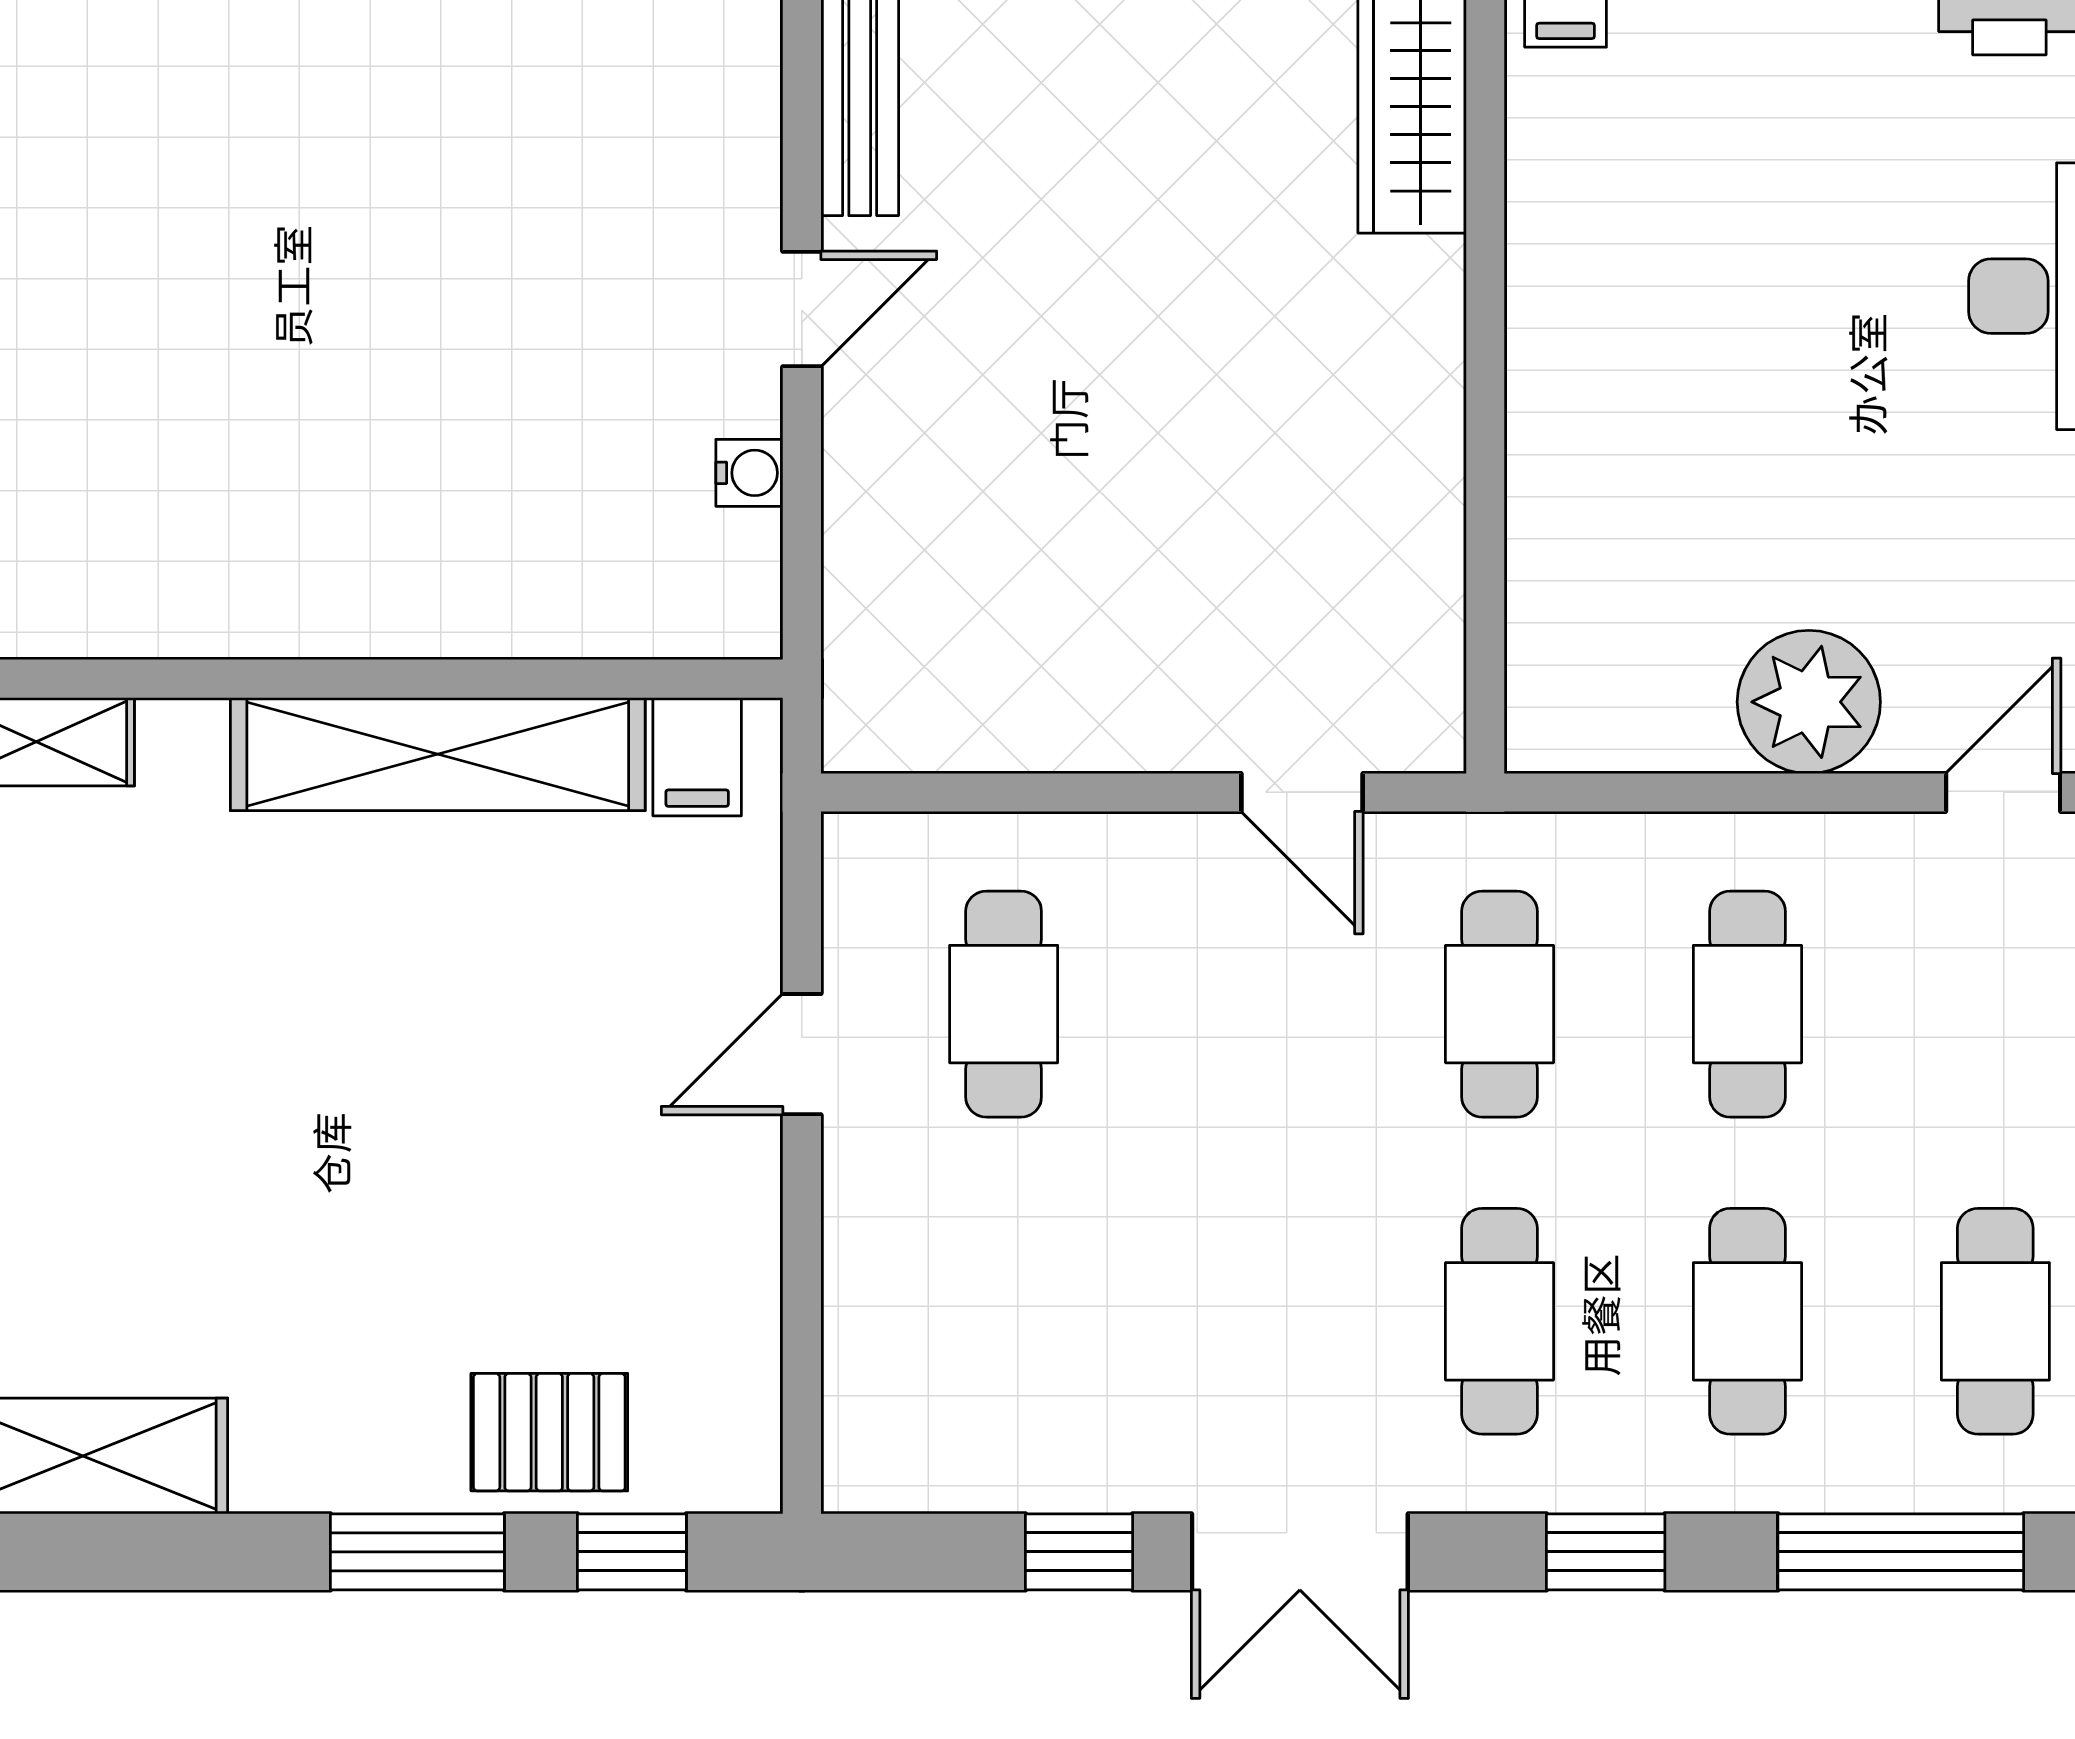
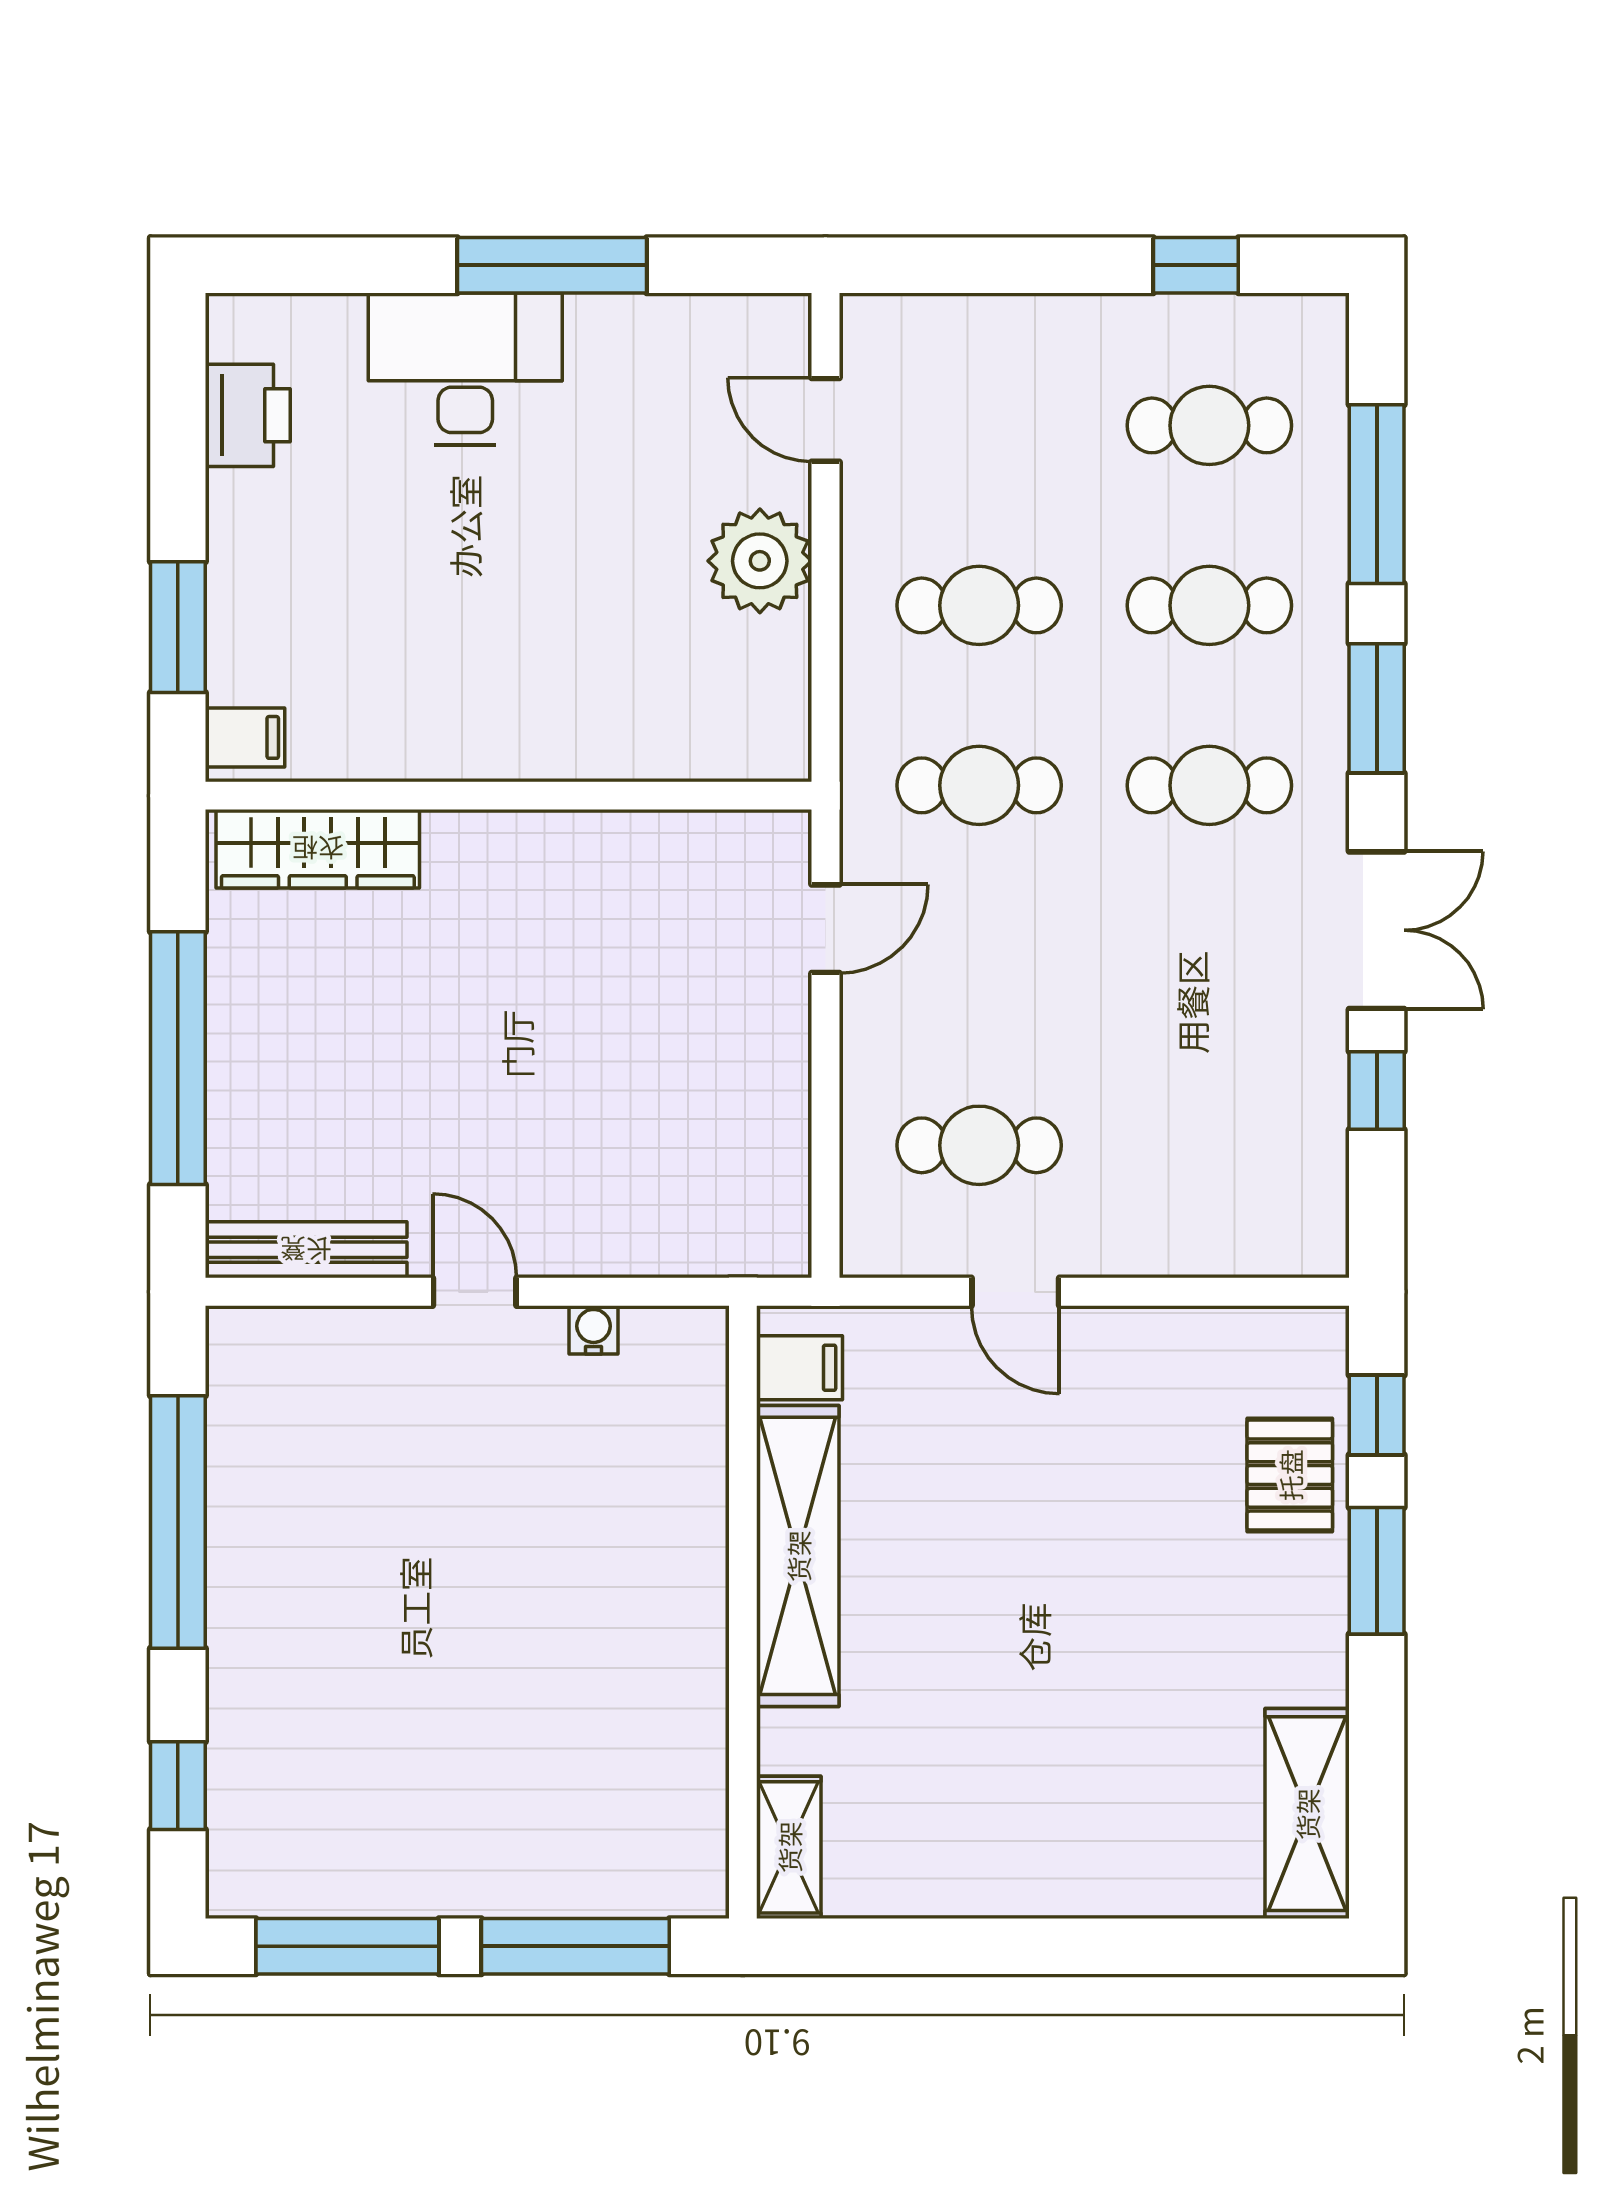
window: (1606, 1552) -> (1377, 708), width x1.50

